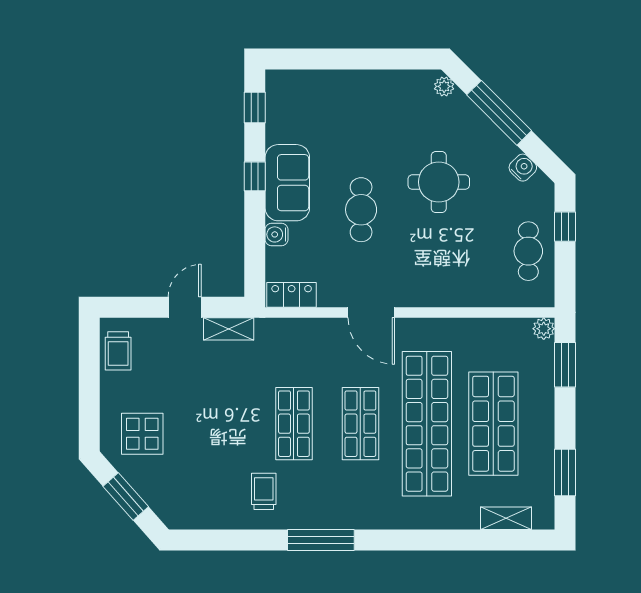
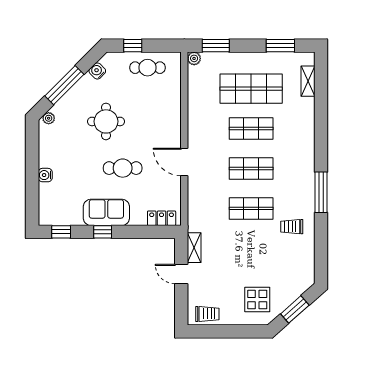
water cooler: (277, 234) -> (45, 175), moved, turned 90
locker: (292, 295) -> (162, 218), moved, turned 90
door: (371, 312) -> (184, 162), swing flipped
shop shelf: (427, 424) -> (251, 129), width x0.50, depth x0.74

